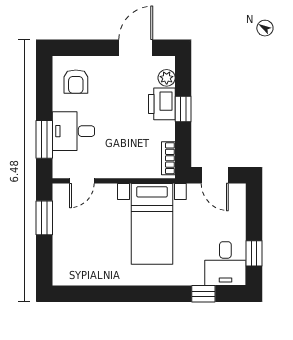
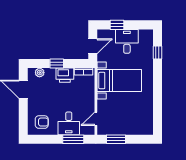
printer: (162, 104) -> (65, 75), moved
door: (82, 181) -> (96, 119), swing flipped
window: (254, 253) -> (117, 25), moved
desk: (225, 264) -> (127, 41), moved, turned -90

